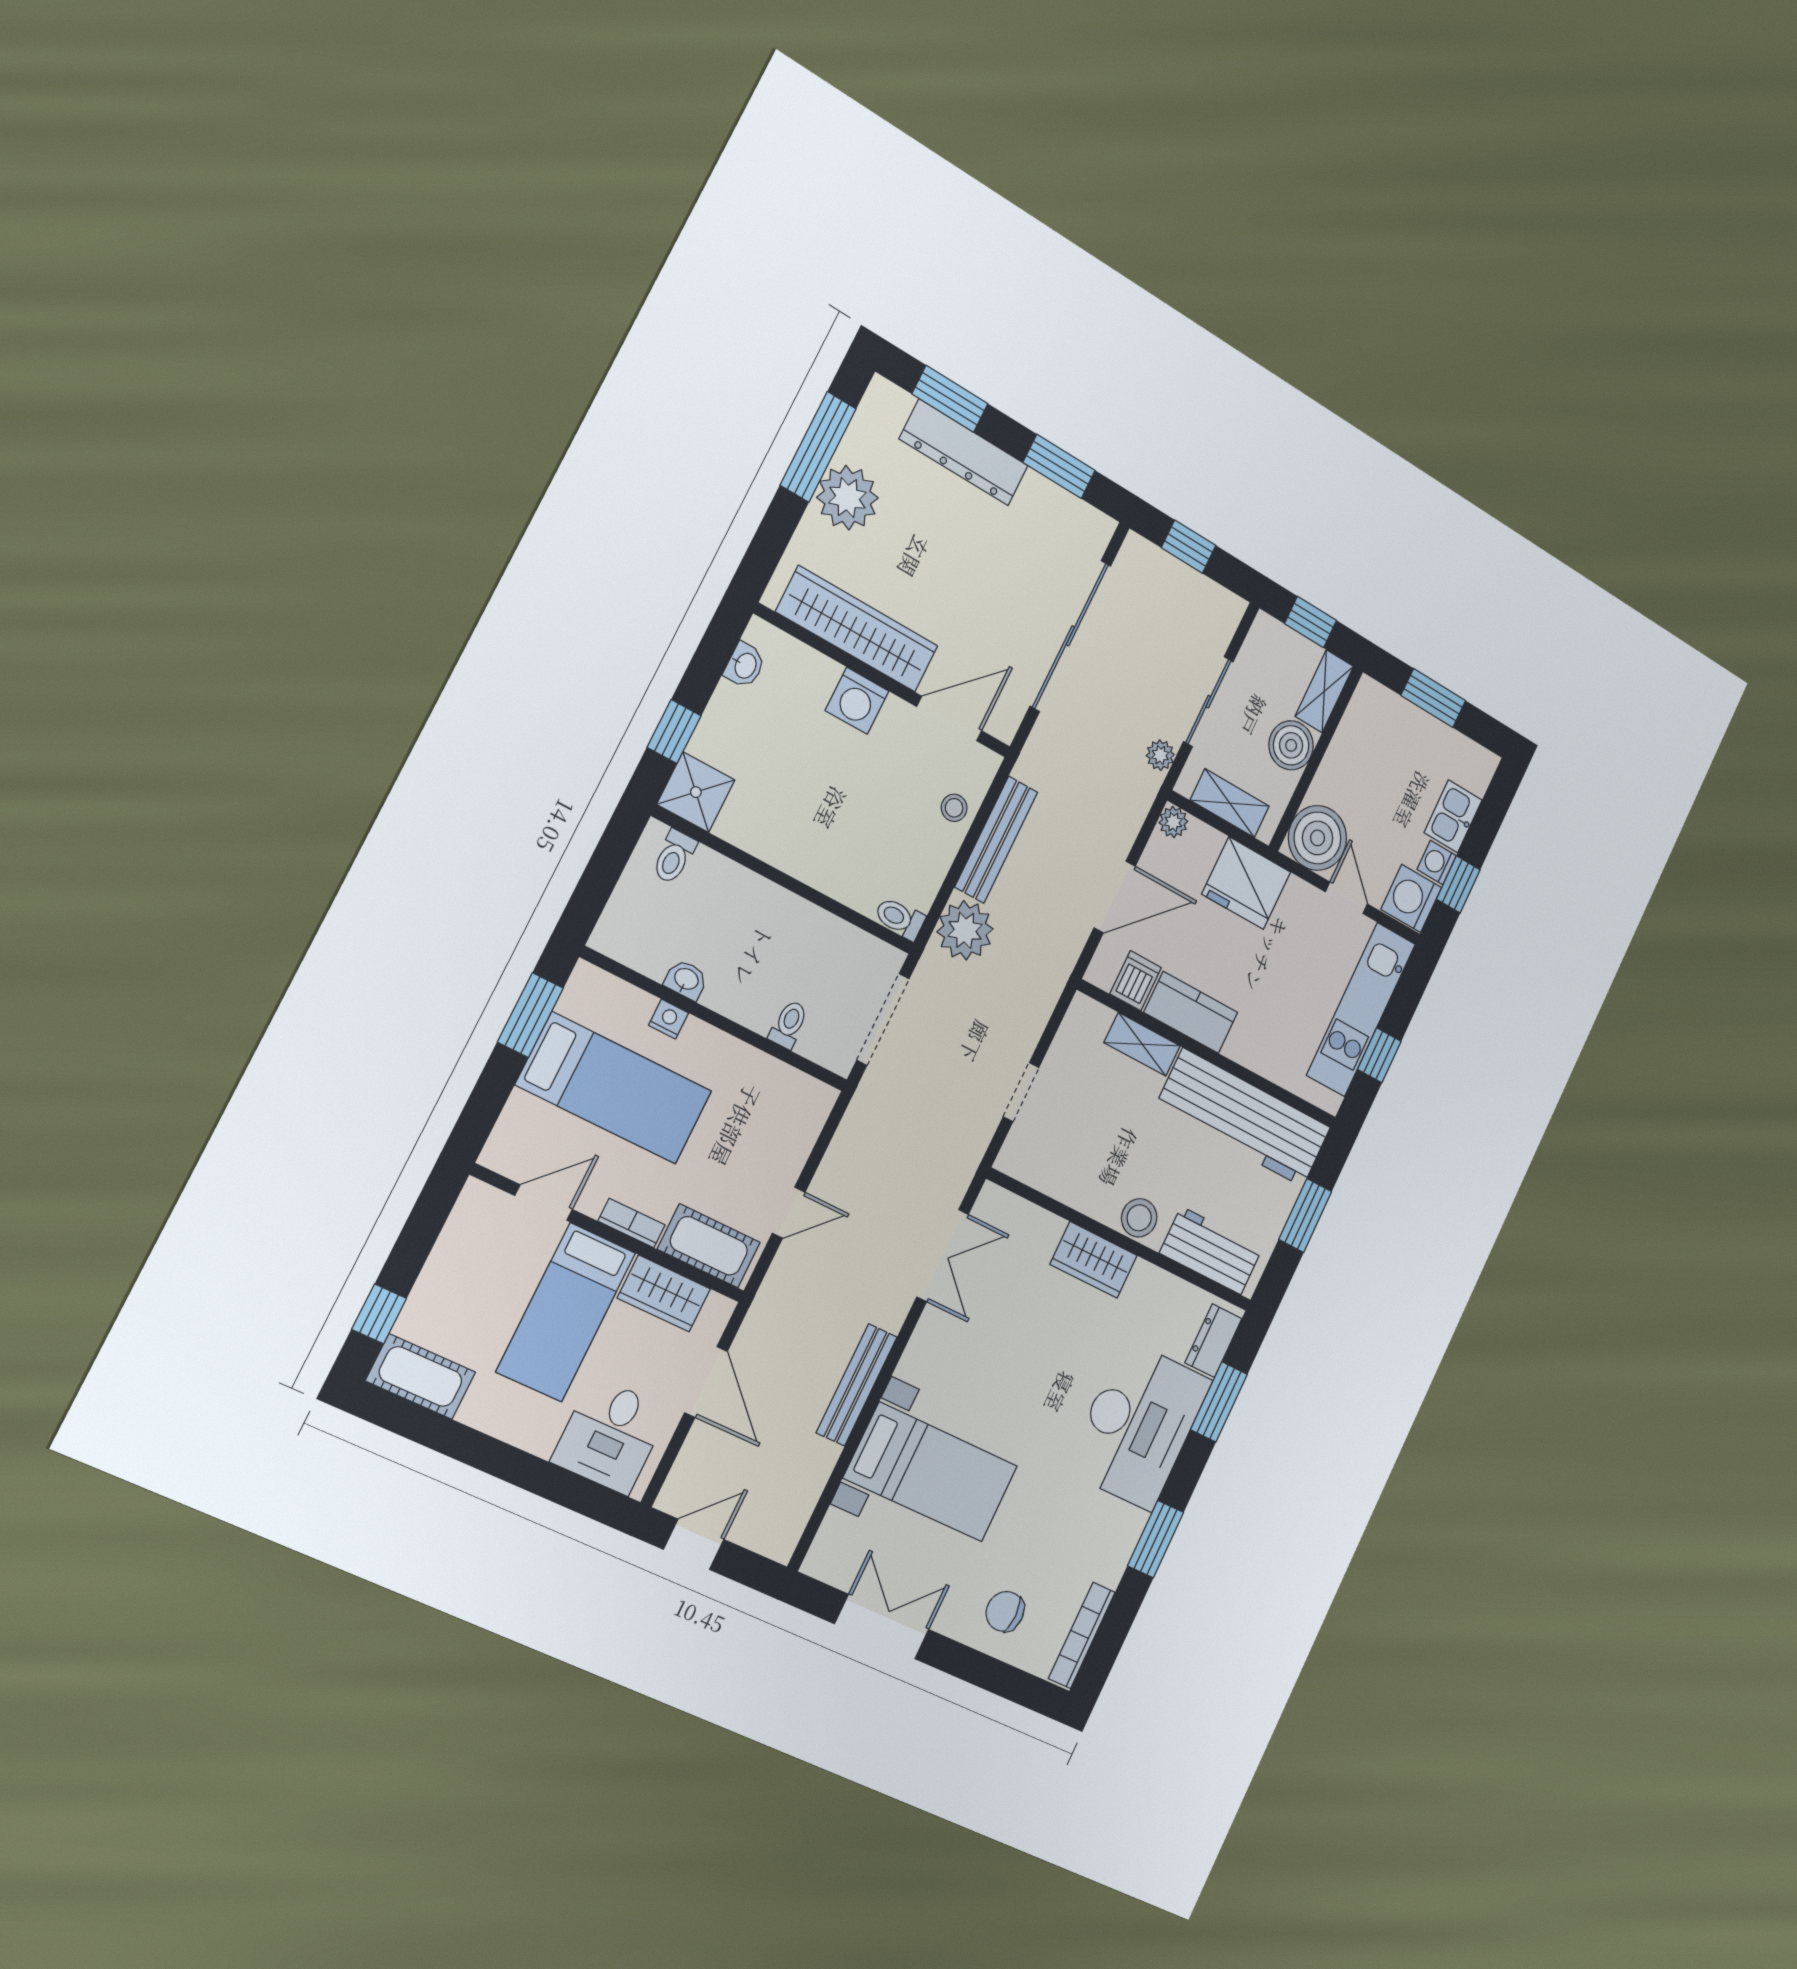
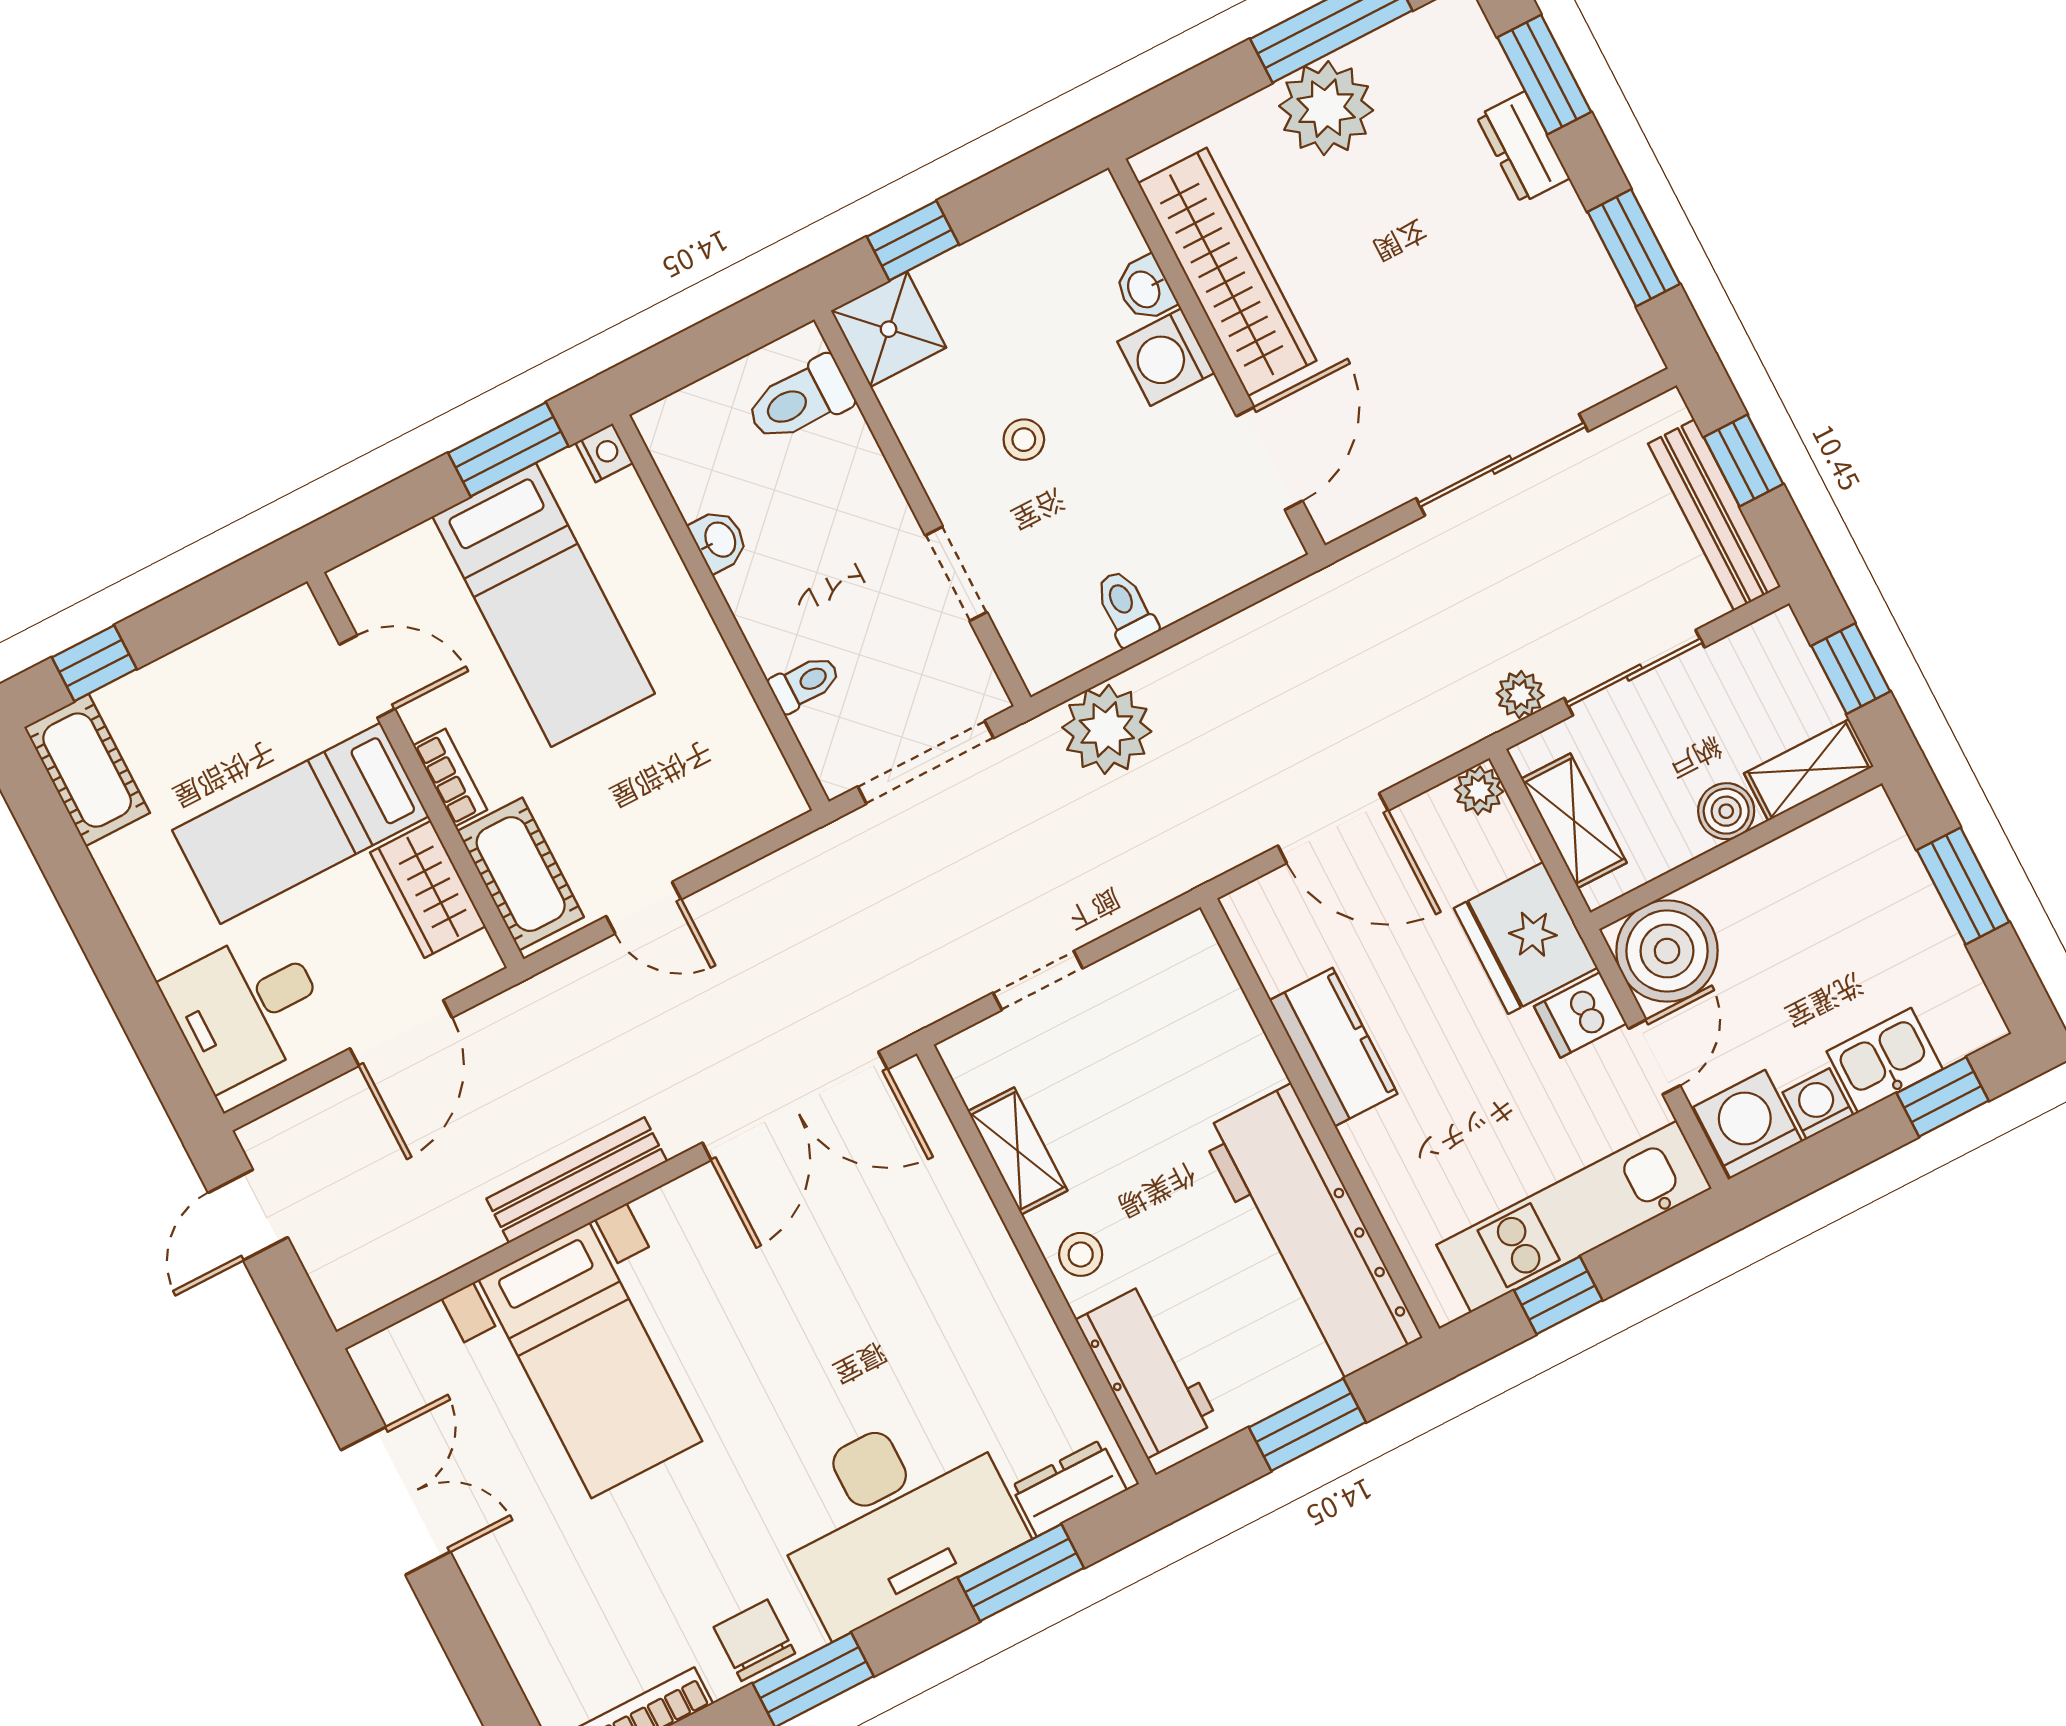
dresser: (964, 452) -> (1523, 147), width x0.51, depth x0.80
sliding door: (1070, 636) -> (1502, 465), width x0.73
washbasin: (745, 665) -> (1145, 289), moved, turned 90
door: (949, 719) -> (1269, 459), hinge flipped
boiler: (1291, 745) -> (1726, 811), width x0.73, depth x0.73
stool: (954, 808) -> (1024, 440), moved
bench: (996, 840) -> (1714, 515), moved, turned 90
toilet: (674, 857) -> (799, 400), width x1.37, depth x1.39
window: (1458, 884) -> (1943, 1097), moved
doorway: (828, 904) -> (956, 574), added
toilet: (900, 918) -> (1126, 608), moved
dishwasher: (1136, 981) -> (1580, 1015), moved, turned 180
nightstand: (669, 1019) -> (604, 453), moved
shelving: (1142, 1044) -> (1018, 1151), moved
stool: (1139, 1218) -> (1081, 1254), width x0.73, depth x0.73
double door: (943, 1256) -> (795, 1106), width x1.37
wardrobe: (1094, 1260) -> (984, 1261), removed
door: (694, 1544) -> (248, 1215), swing flipped
chair: (1005, 1611) -> (754, 1640), moved

